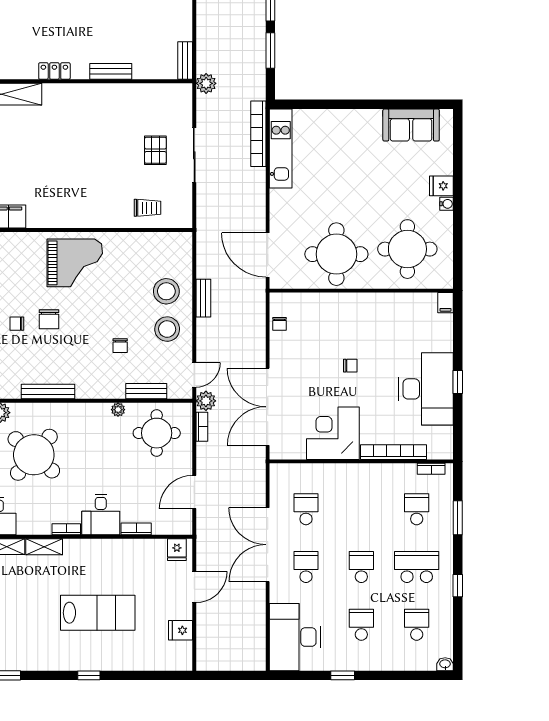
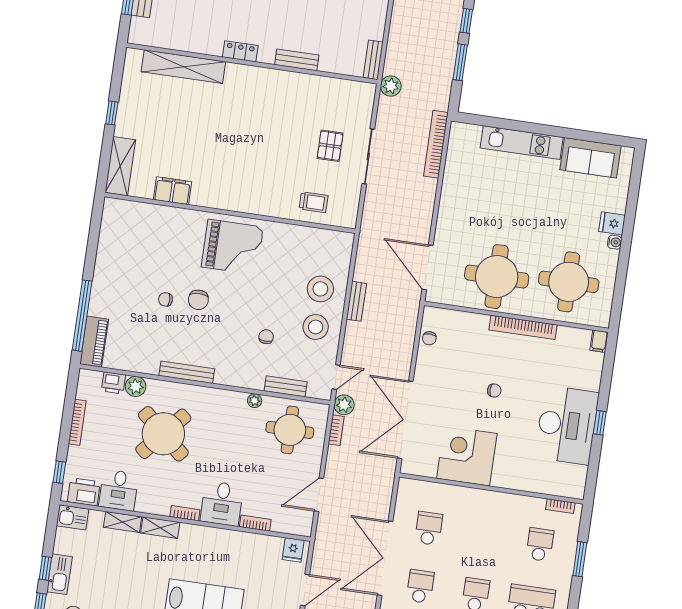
kitchen unit: (281, 149) -> (522, 143), moved, turned 90
chair: (120, 346) -> (266, 337), turned 180
bookcase: (394, 452) -> (523, 327), moved, turned 180

